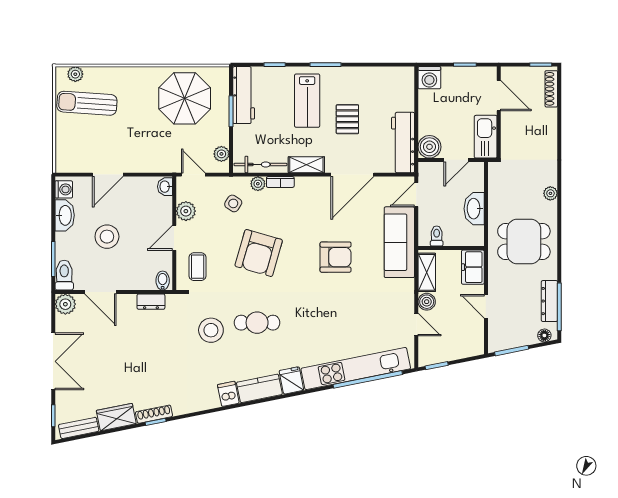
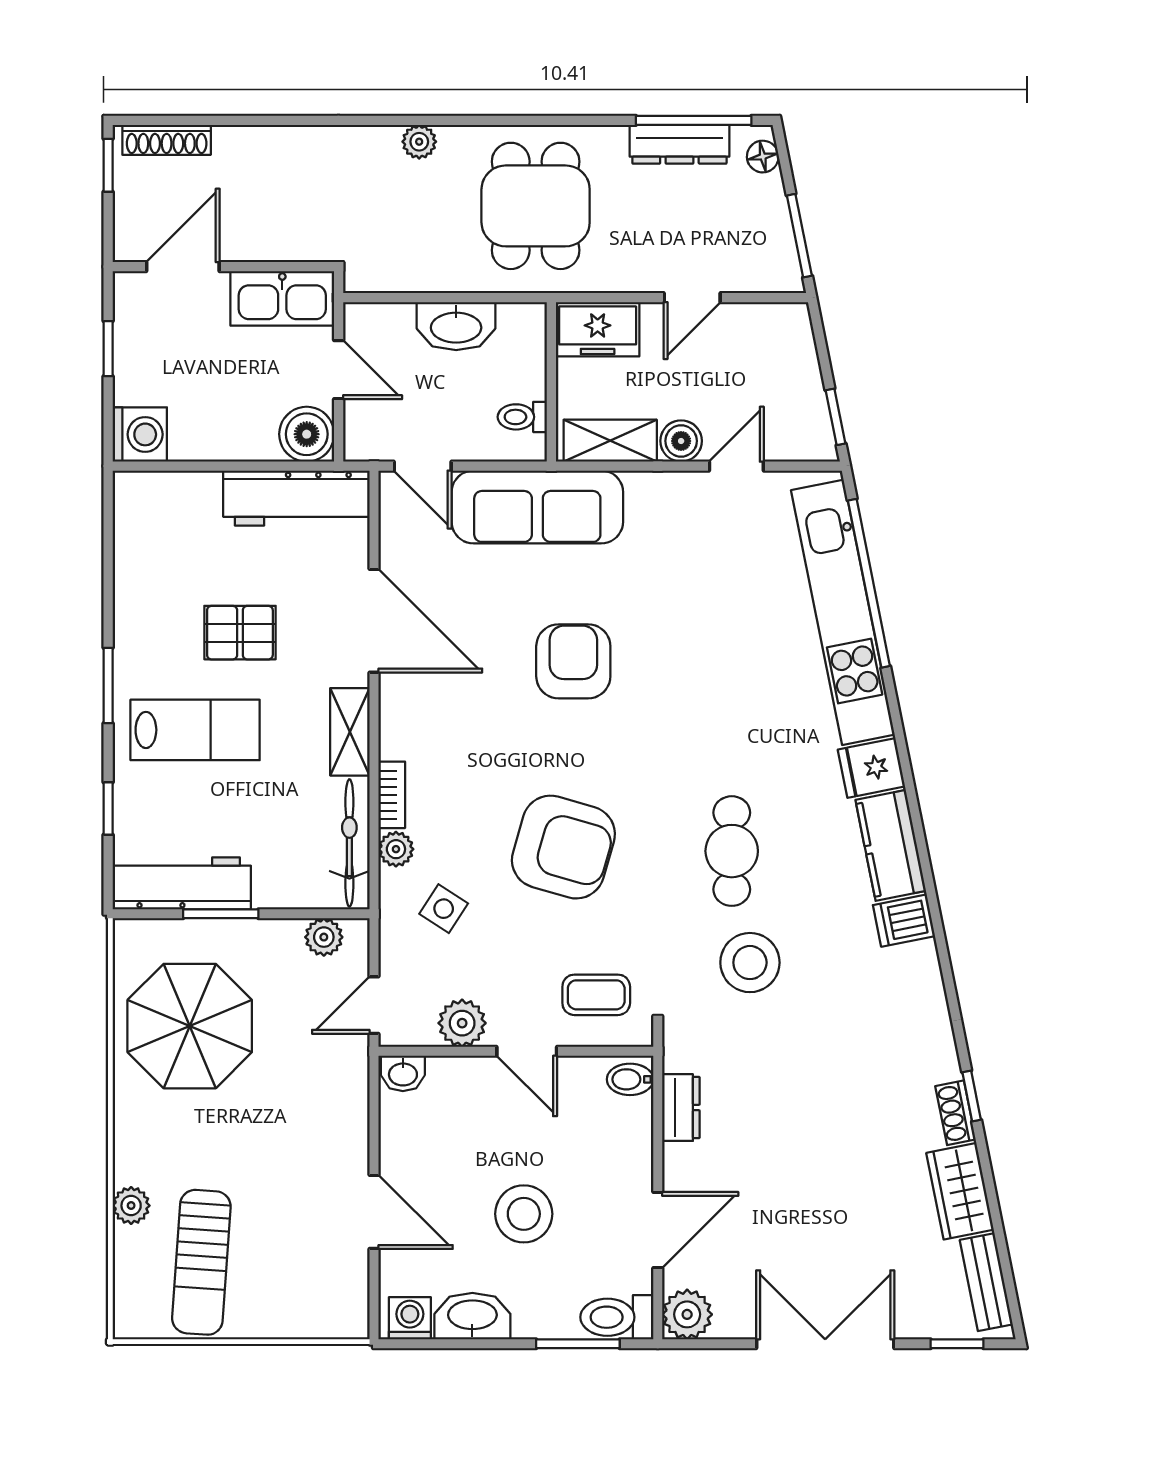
plant: (75, 74) -> (131, 1206), moved
shoe rack: (154, 414) -> (955, 1113), width x0.70

